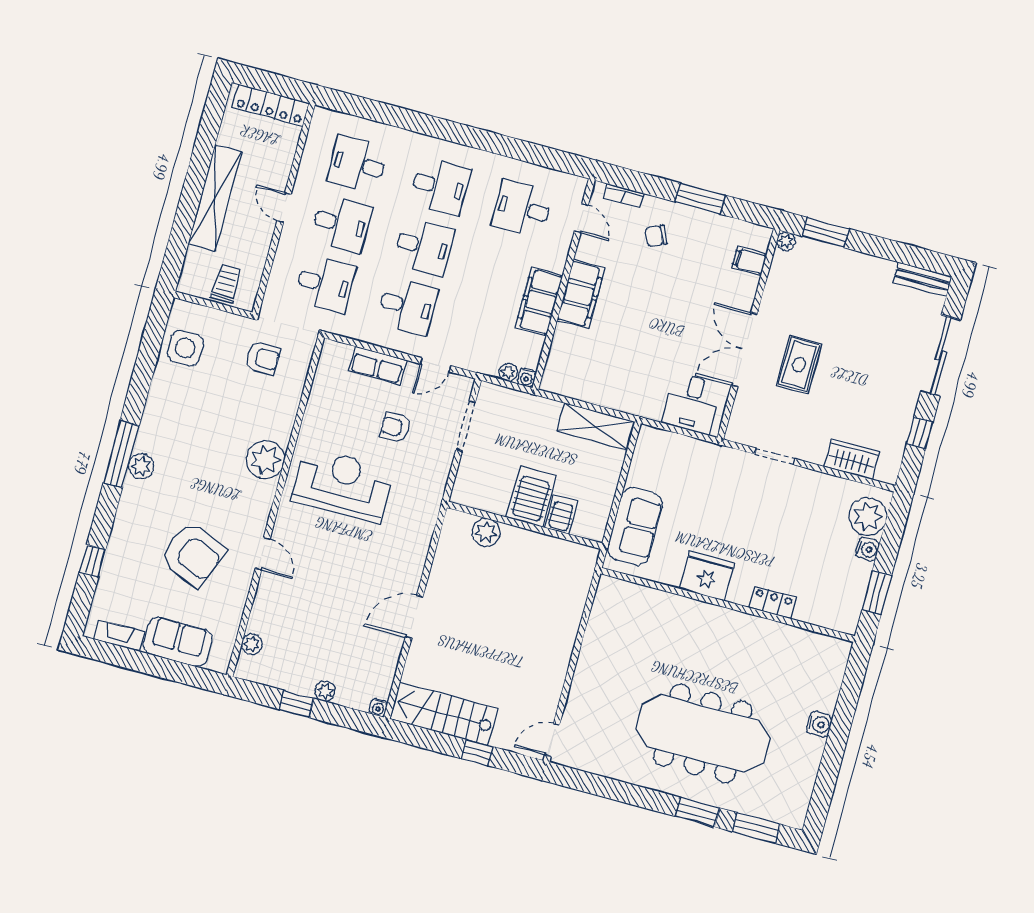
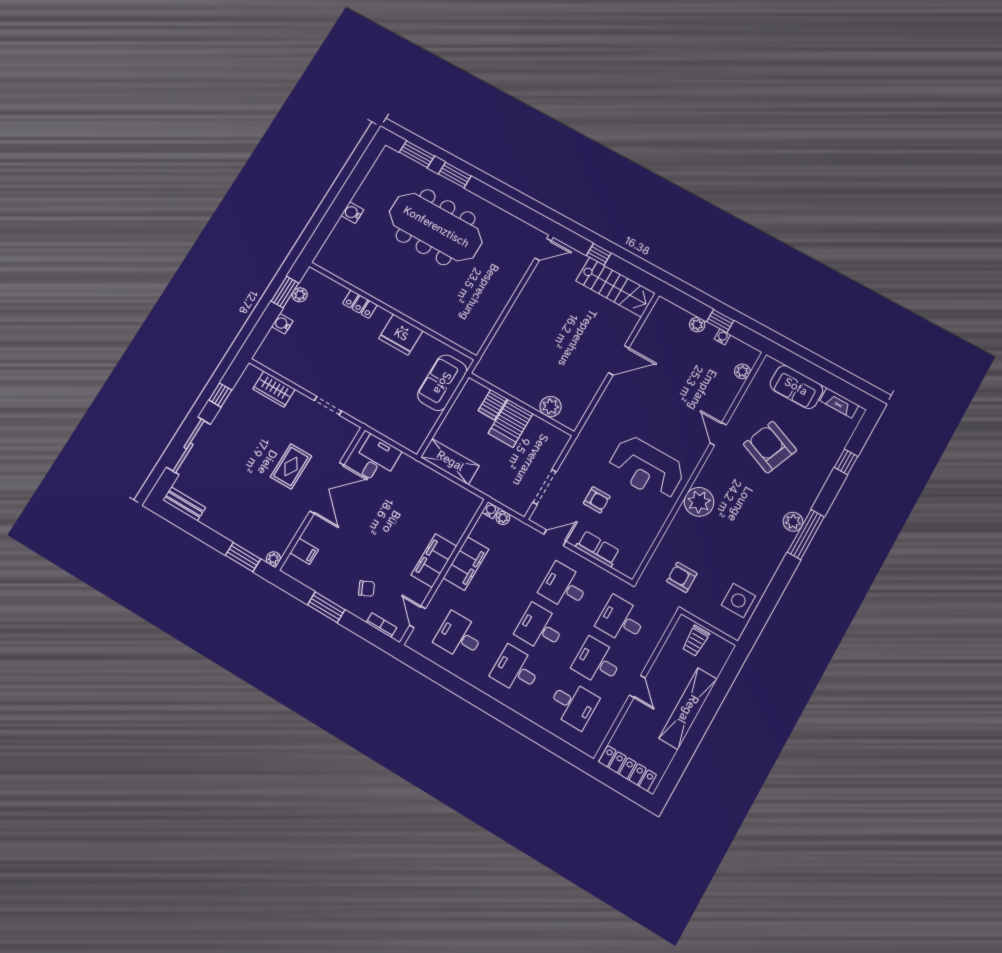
desk: (522, 209) -> (459, 636), turned 180
plant: (868, 517) -> (300, 295), moved, width x0.53, depth x0.53
water cooler: (378, 708) -> (722, 337), moved

